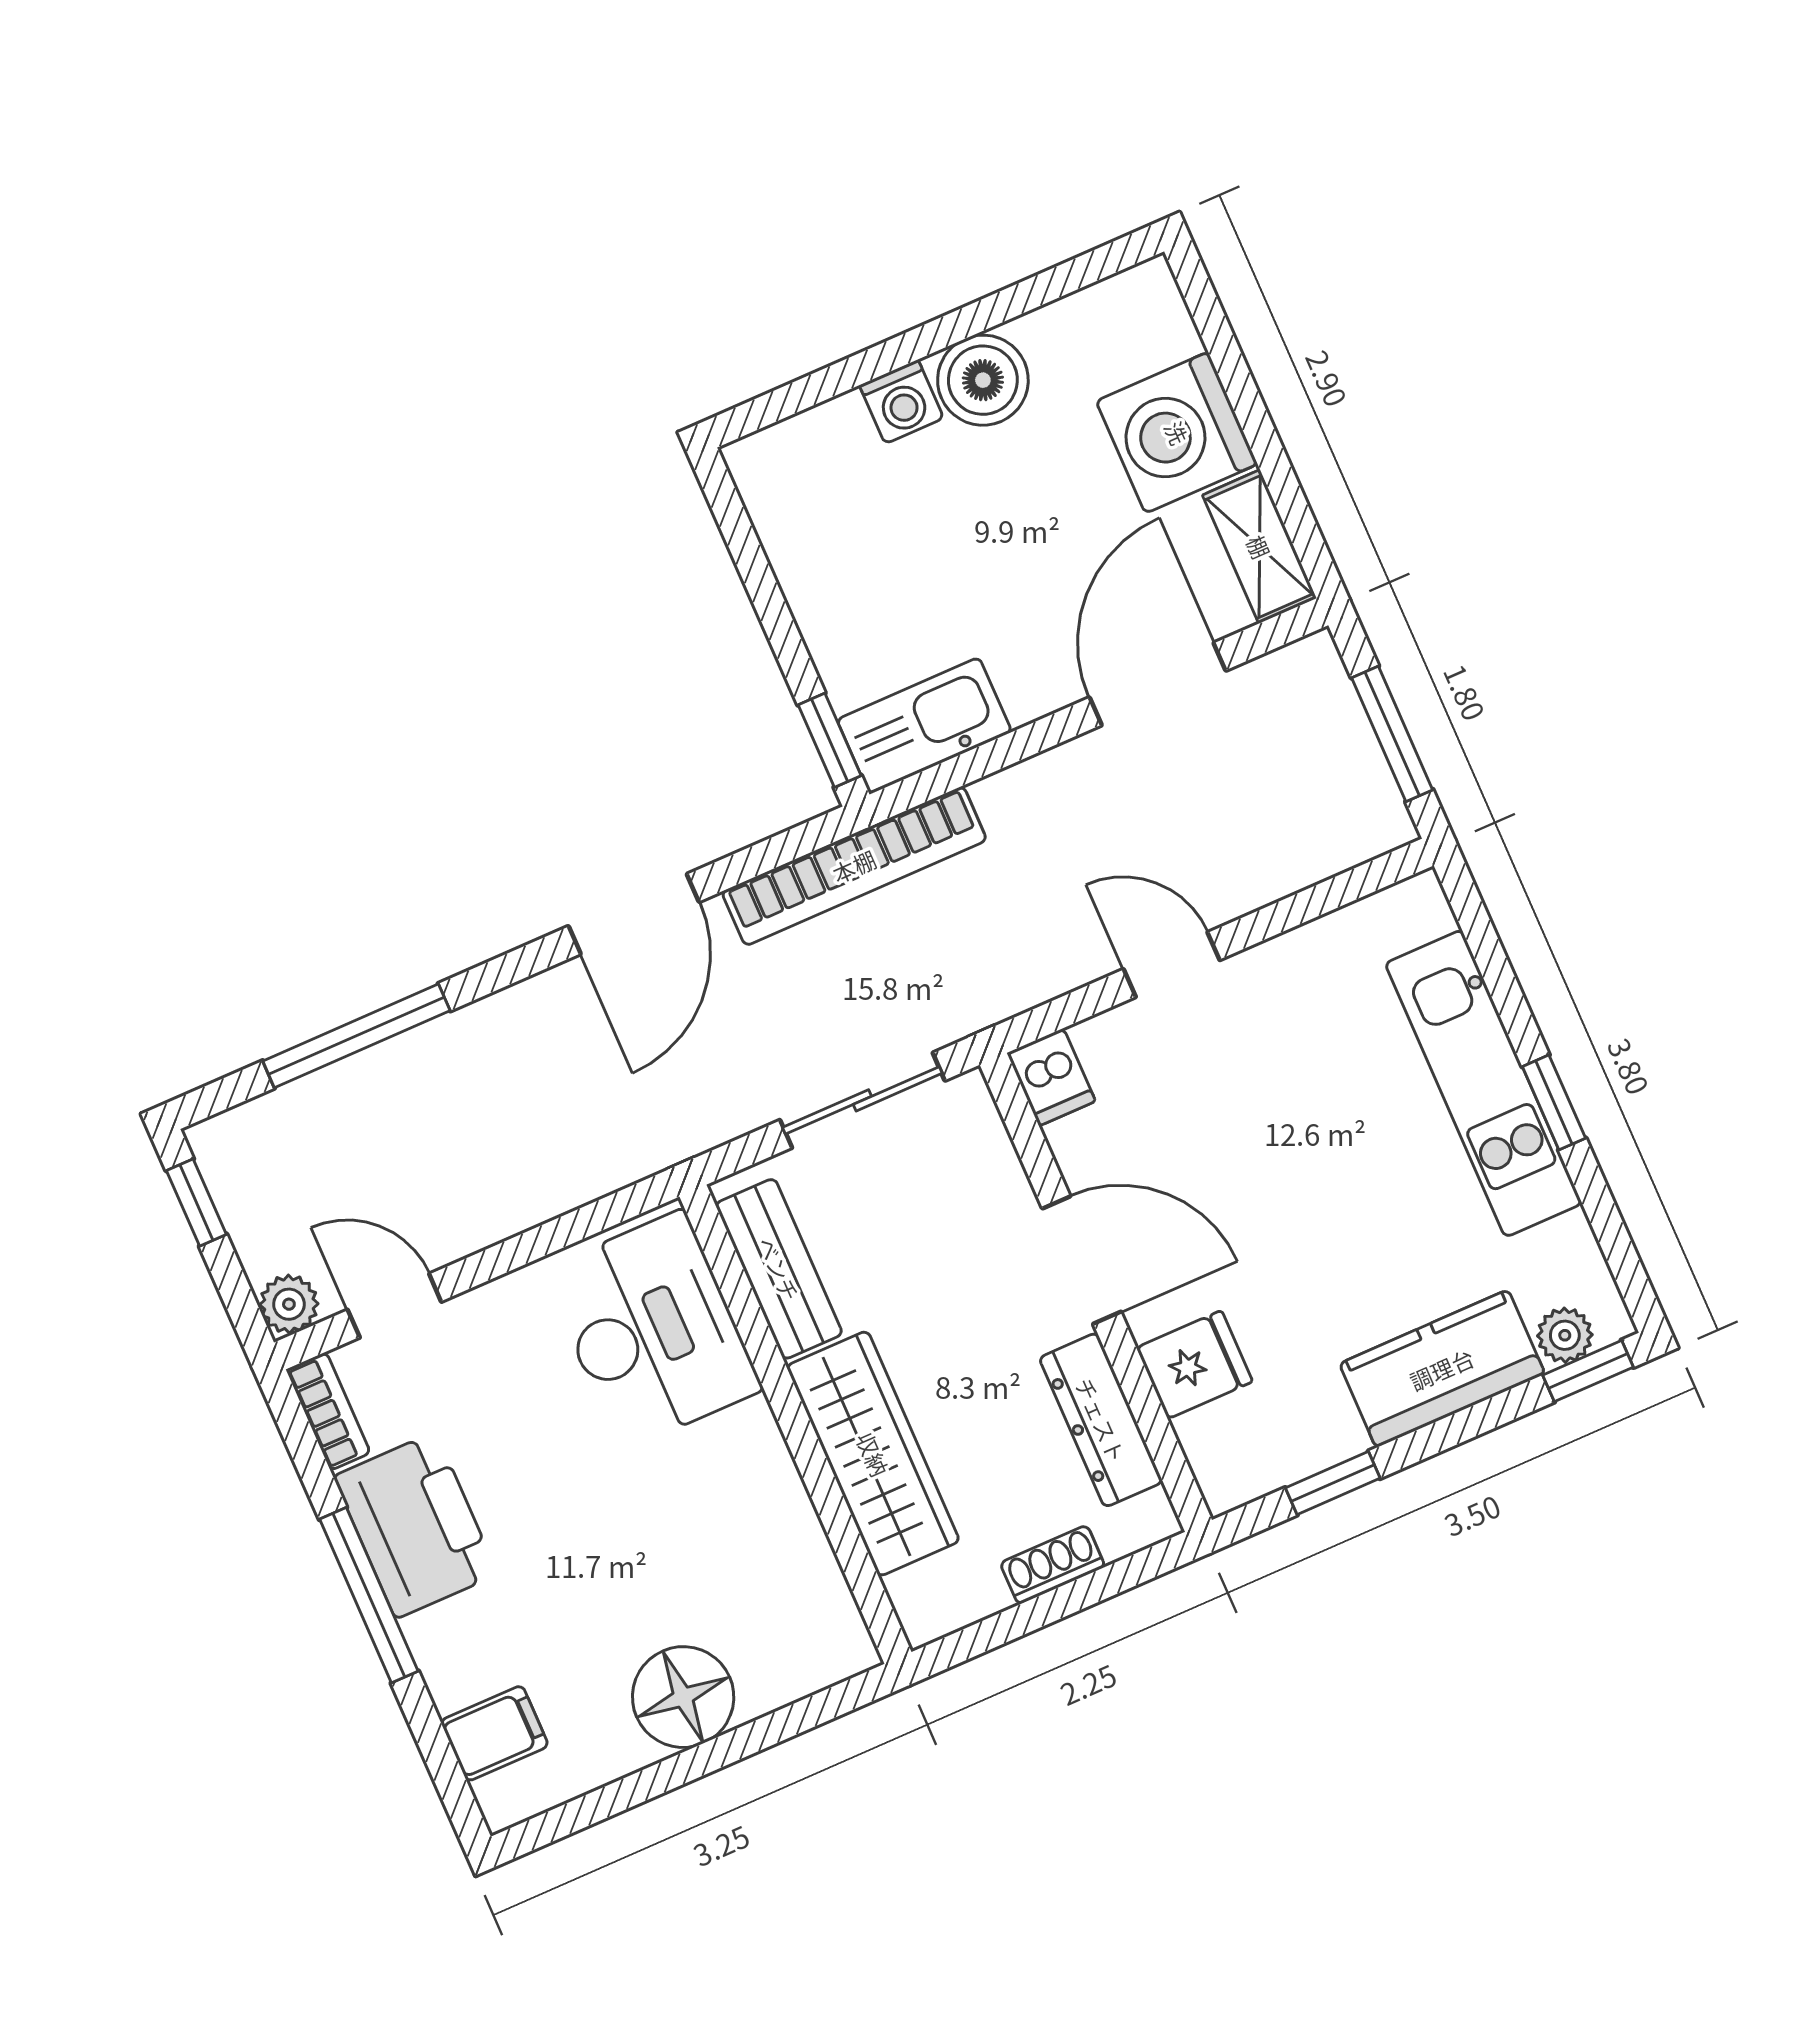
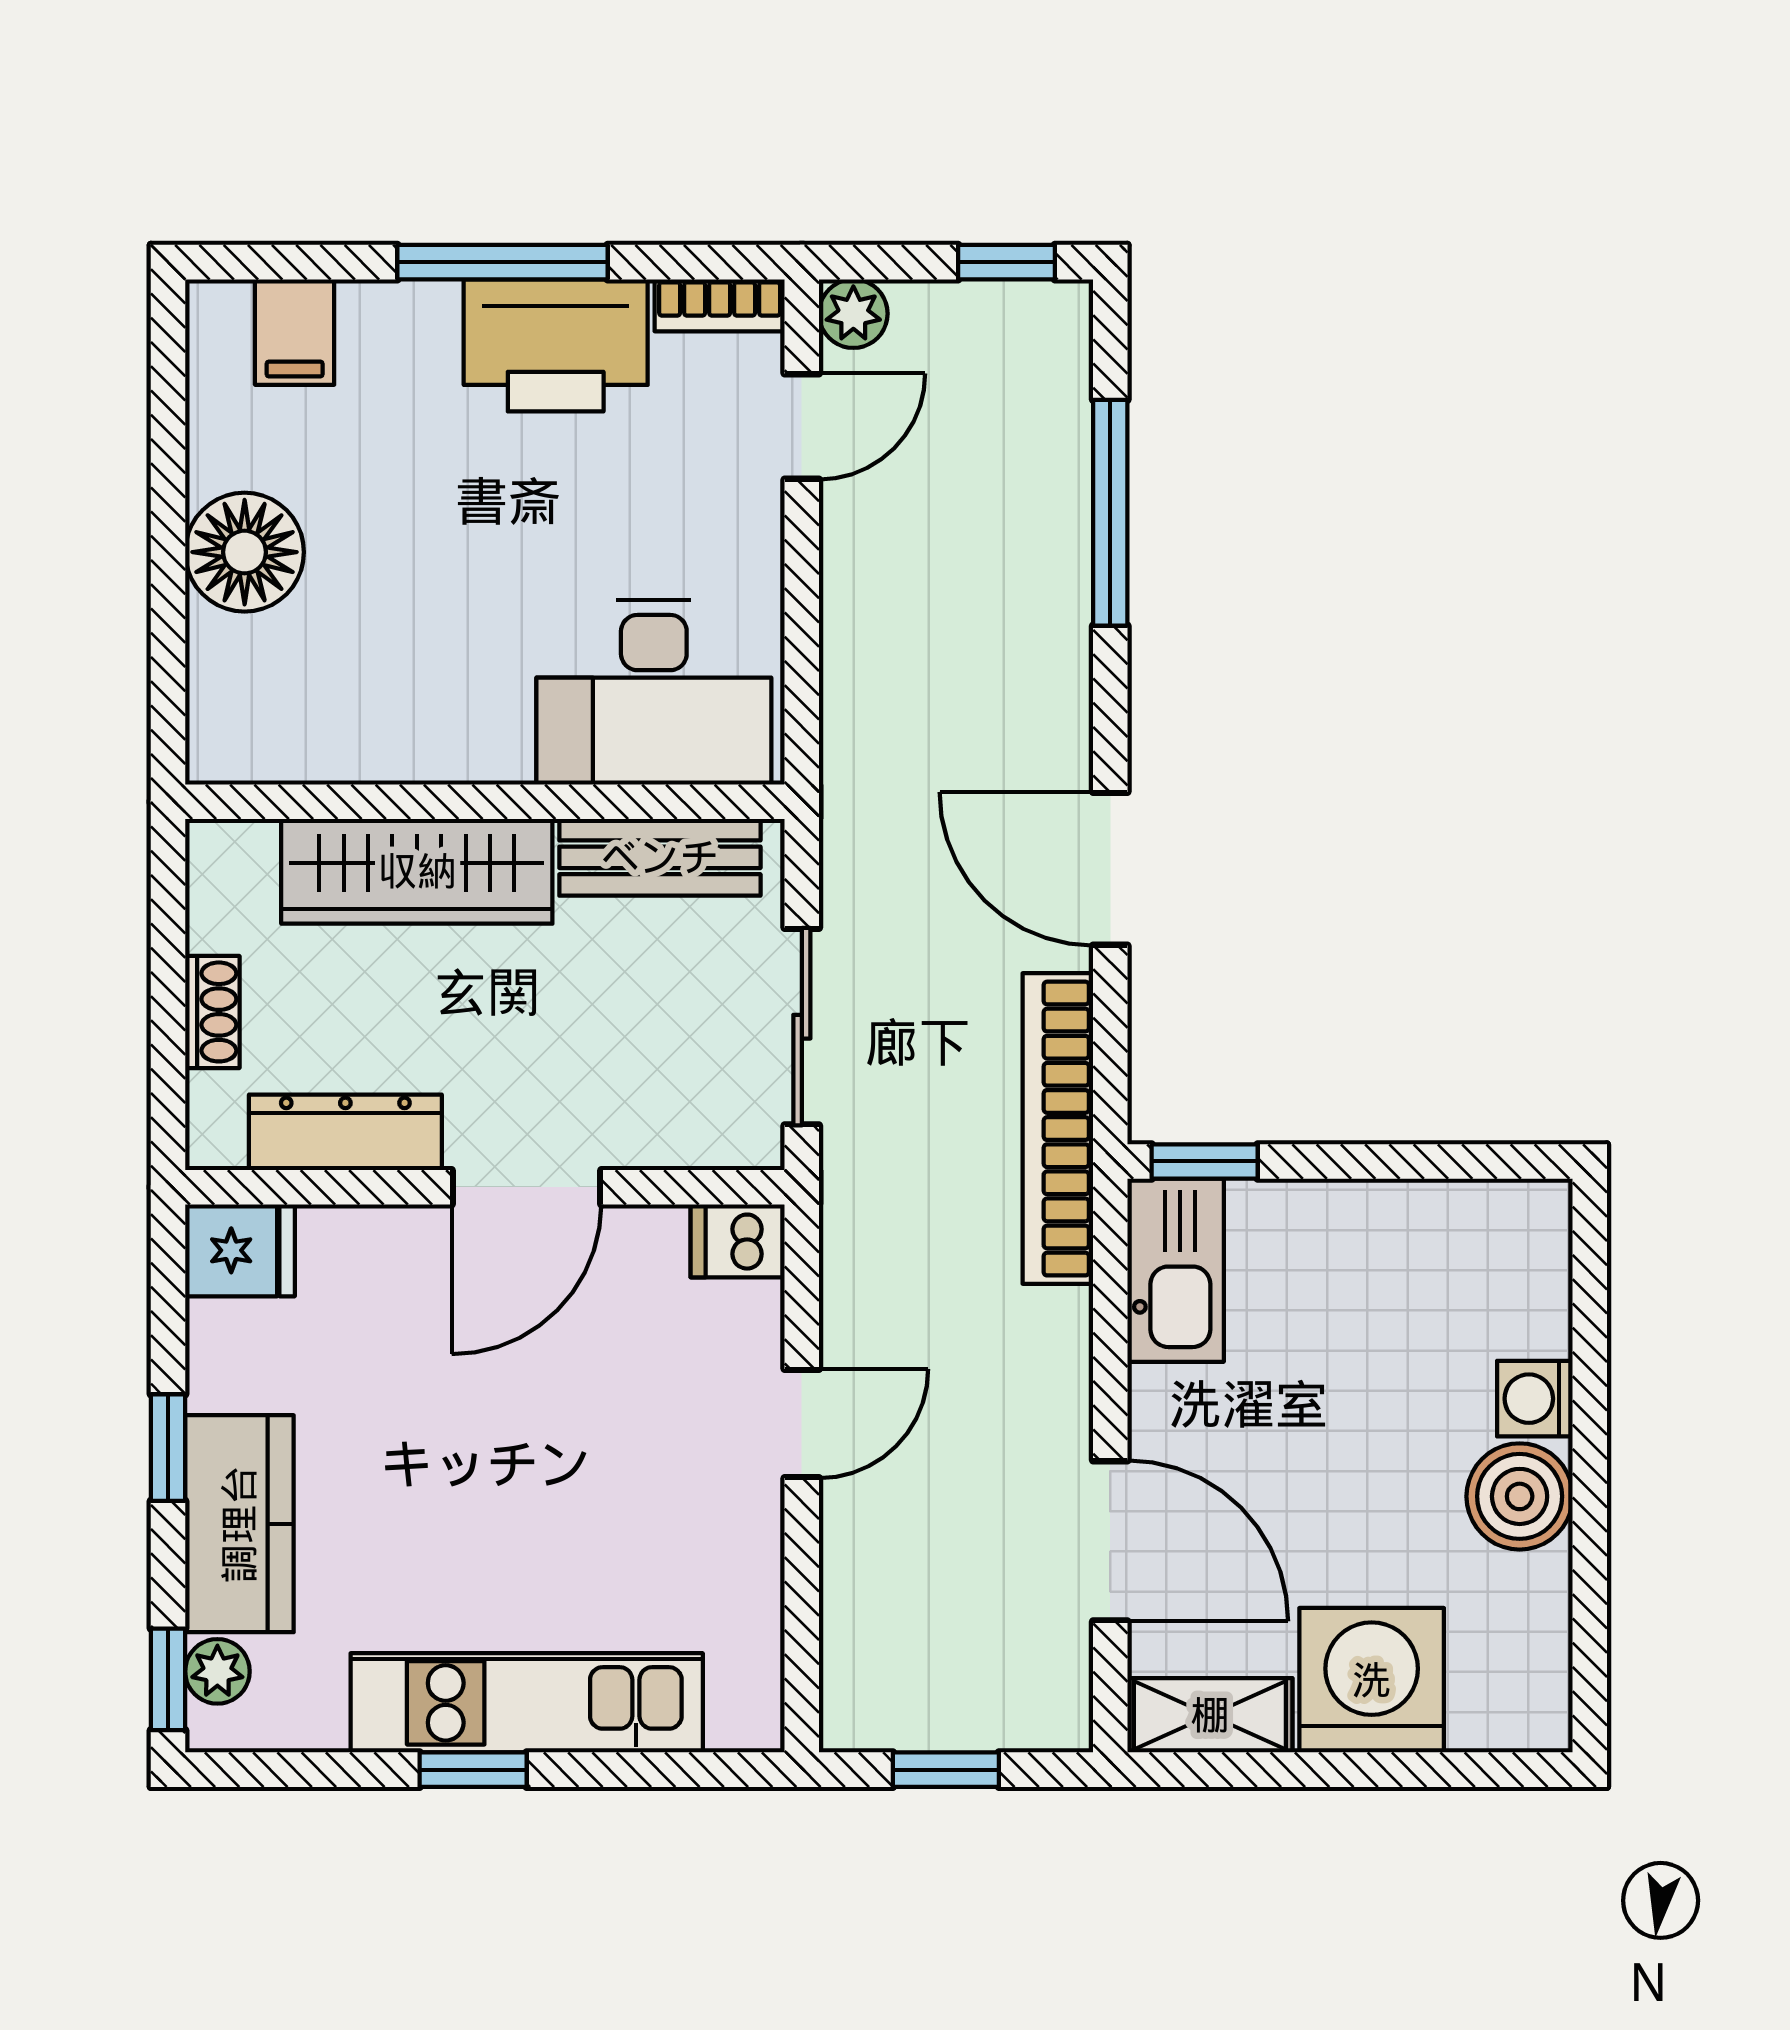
window: (1392, 734) -> (946, 1770), width x0.67
fridge: (1195, 1365) -> (240, 1250), moved, turned -90
window: (1333, 1483) -> (168, 1448), moved

